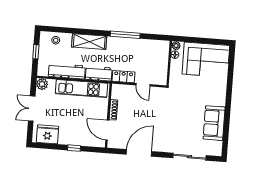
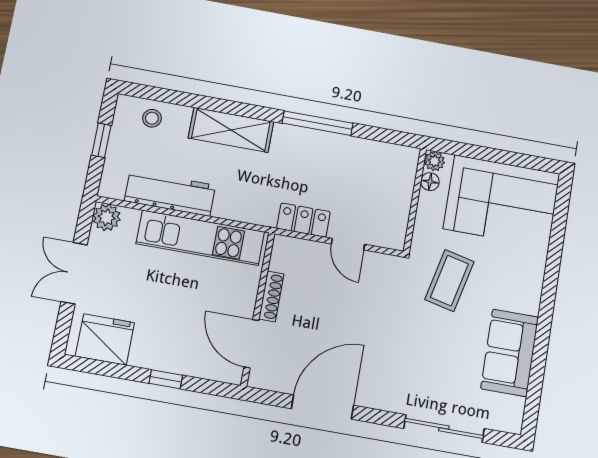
workbench: (99, 74) -> (245, 207), removed
coffee table: (187, 96) -> (449, 281), added

